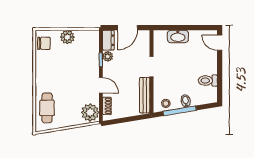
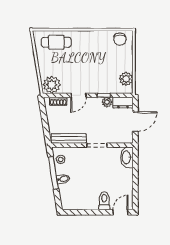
door: (127, 28) -> (135, 122), swing flipped
washbasin: (178, 36) -> (127, 157), moved
plant: (67, 37) -> (126, 79), moved
toilet: (208, 81) -> (104, 201), moved

